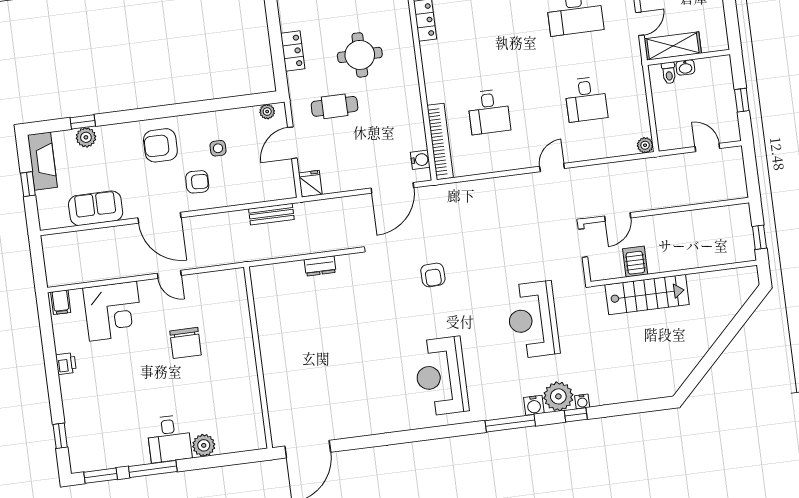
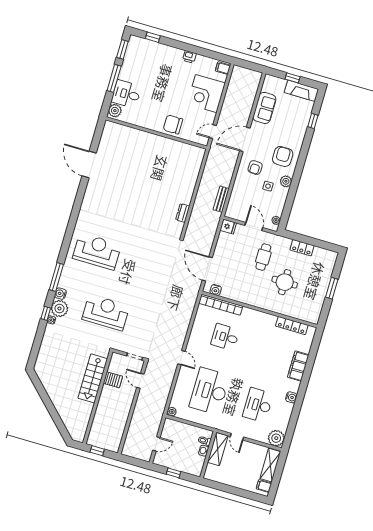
desk: (586, 99) -> (210, 391), width x1.87, depth x1.30
plant: (86, 137) -> (286, 181), moved
armchair: (433, 275) -> (152, 270), removed
wall: (258, 358) -> (156, 133), moved

